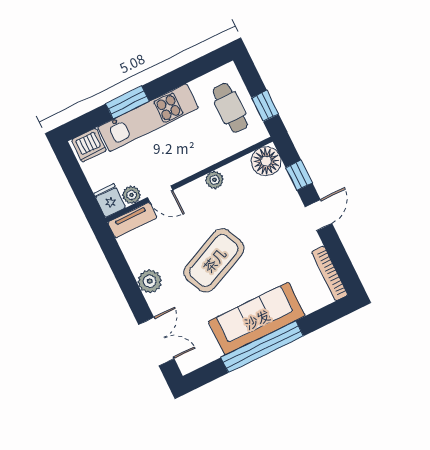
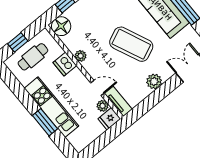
window: (265, 106) -> (18, 42), moved
dishwasher: (89, 145) -> (65, 64), moved, turned 180
door: (160, 194) -> (97, 88), hinge flipped

